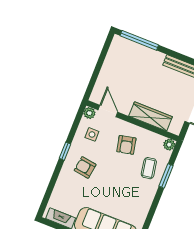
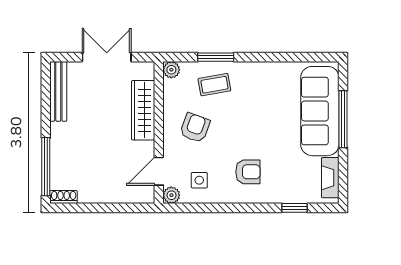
shoe rack: (115, 44) -> (64, 197), added
armchair: (126, 145) -> (195, 128), turned -58
window: (65, 151) -> (295, 208), moved
armchair: (85, 167) -> (248, 172), turned -98

